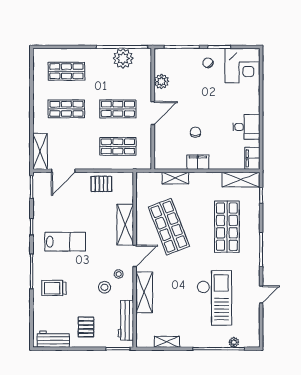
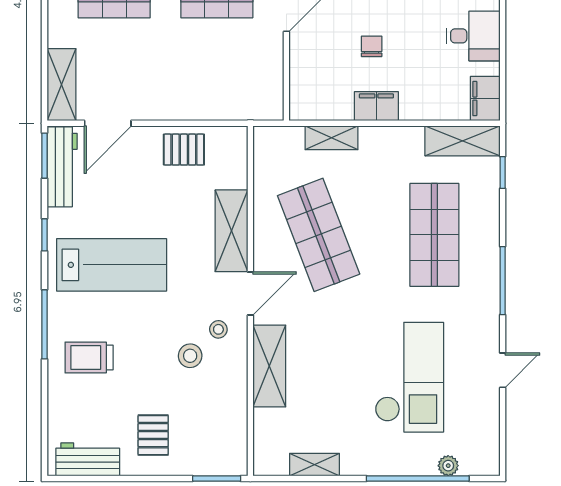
shop shelf: (118, 146) -> (217, 75), removed
lab bench: (65, 242) -> (112, 265), width x1.36, depth x1.39
workbench: (126, 320) -> (62, 167), moved, turned 180

